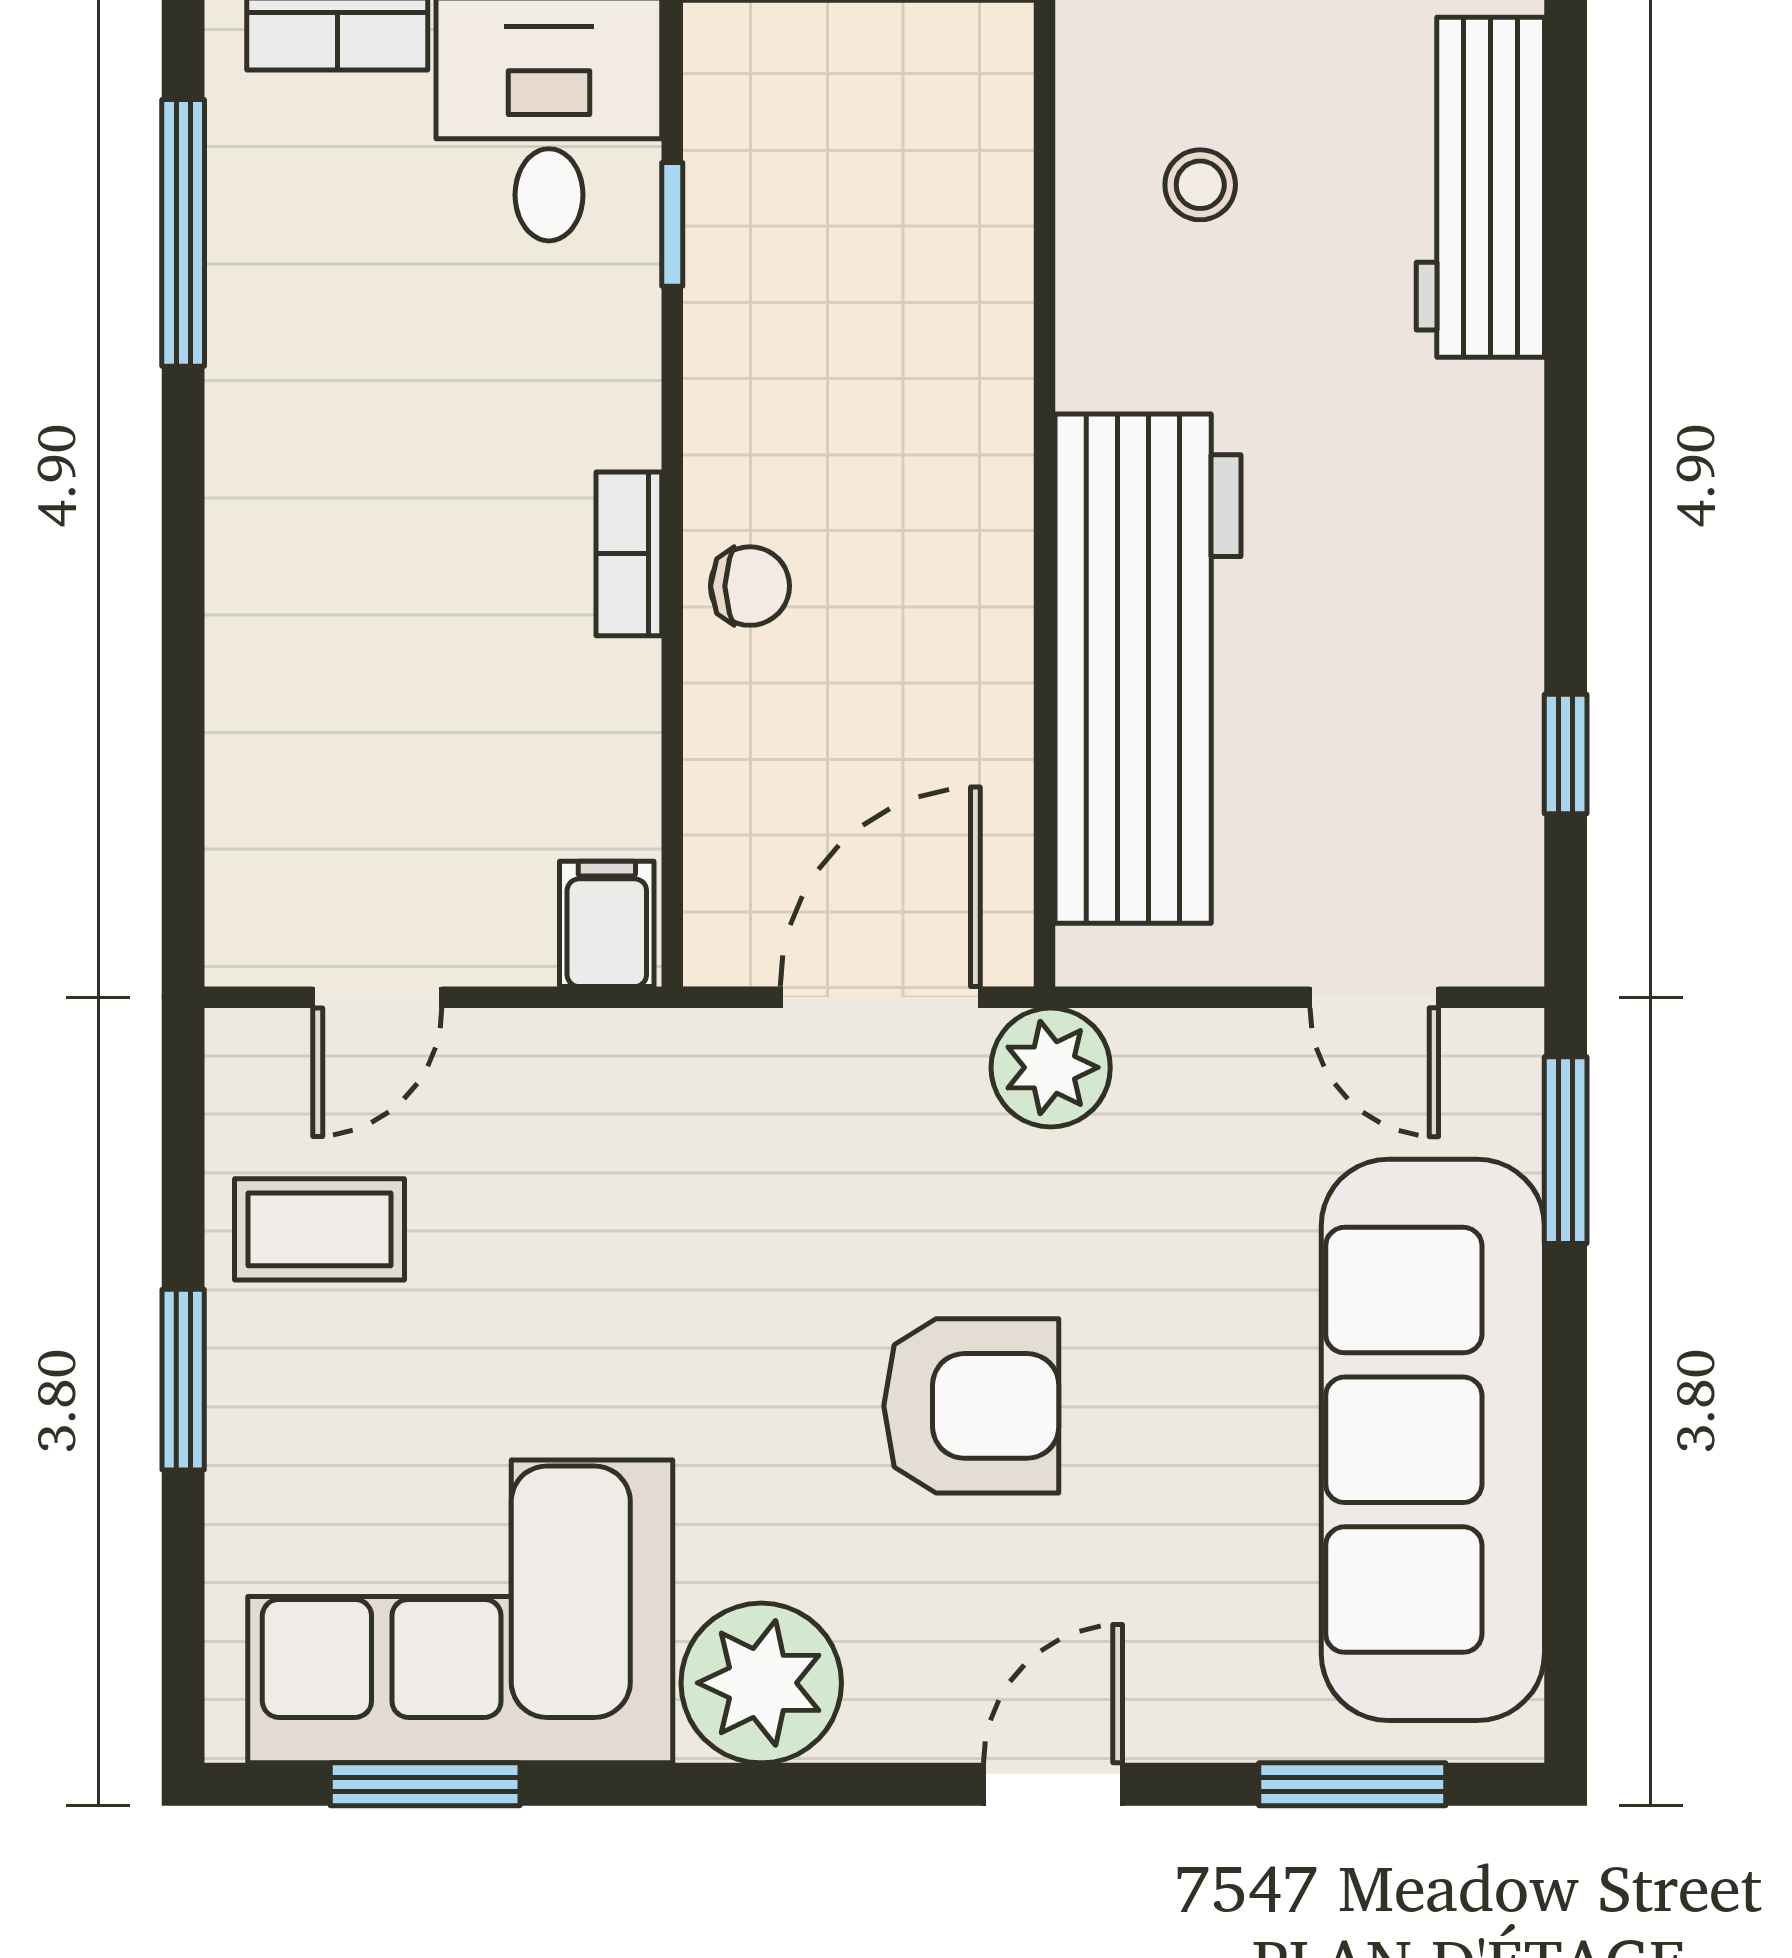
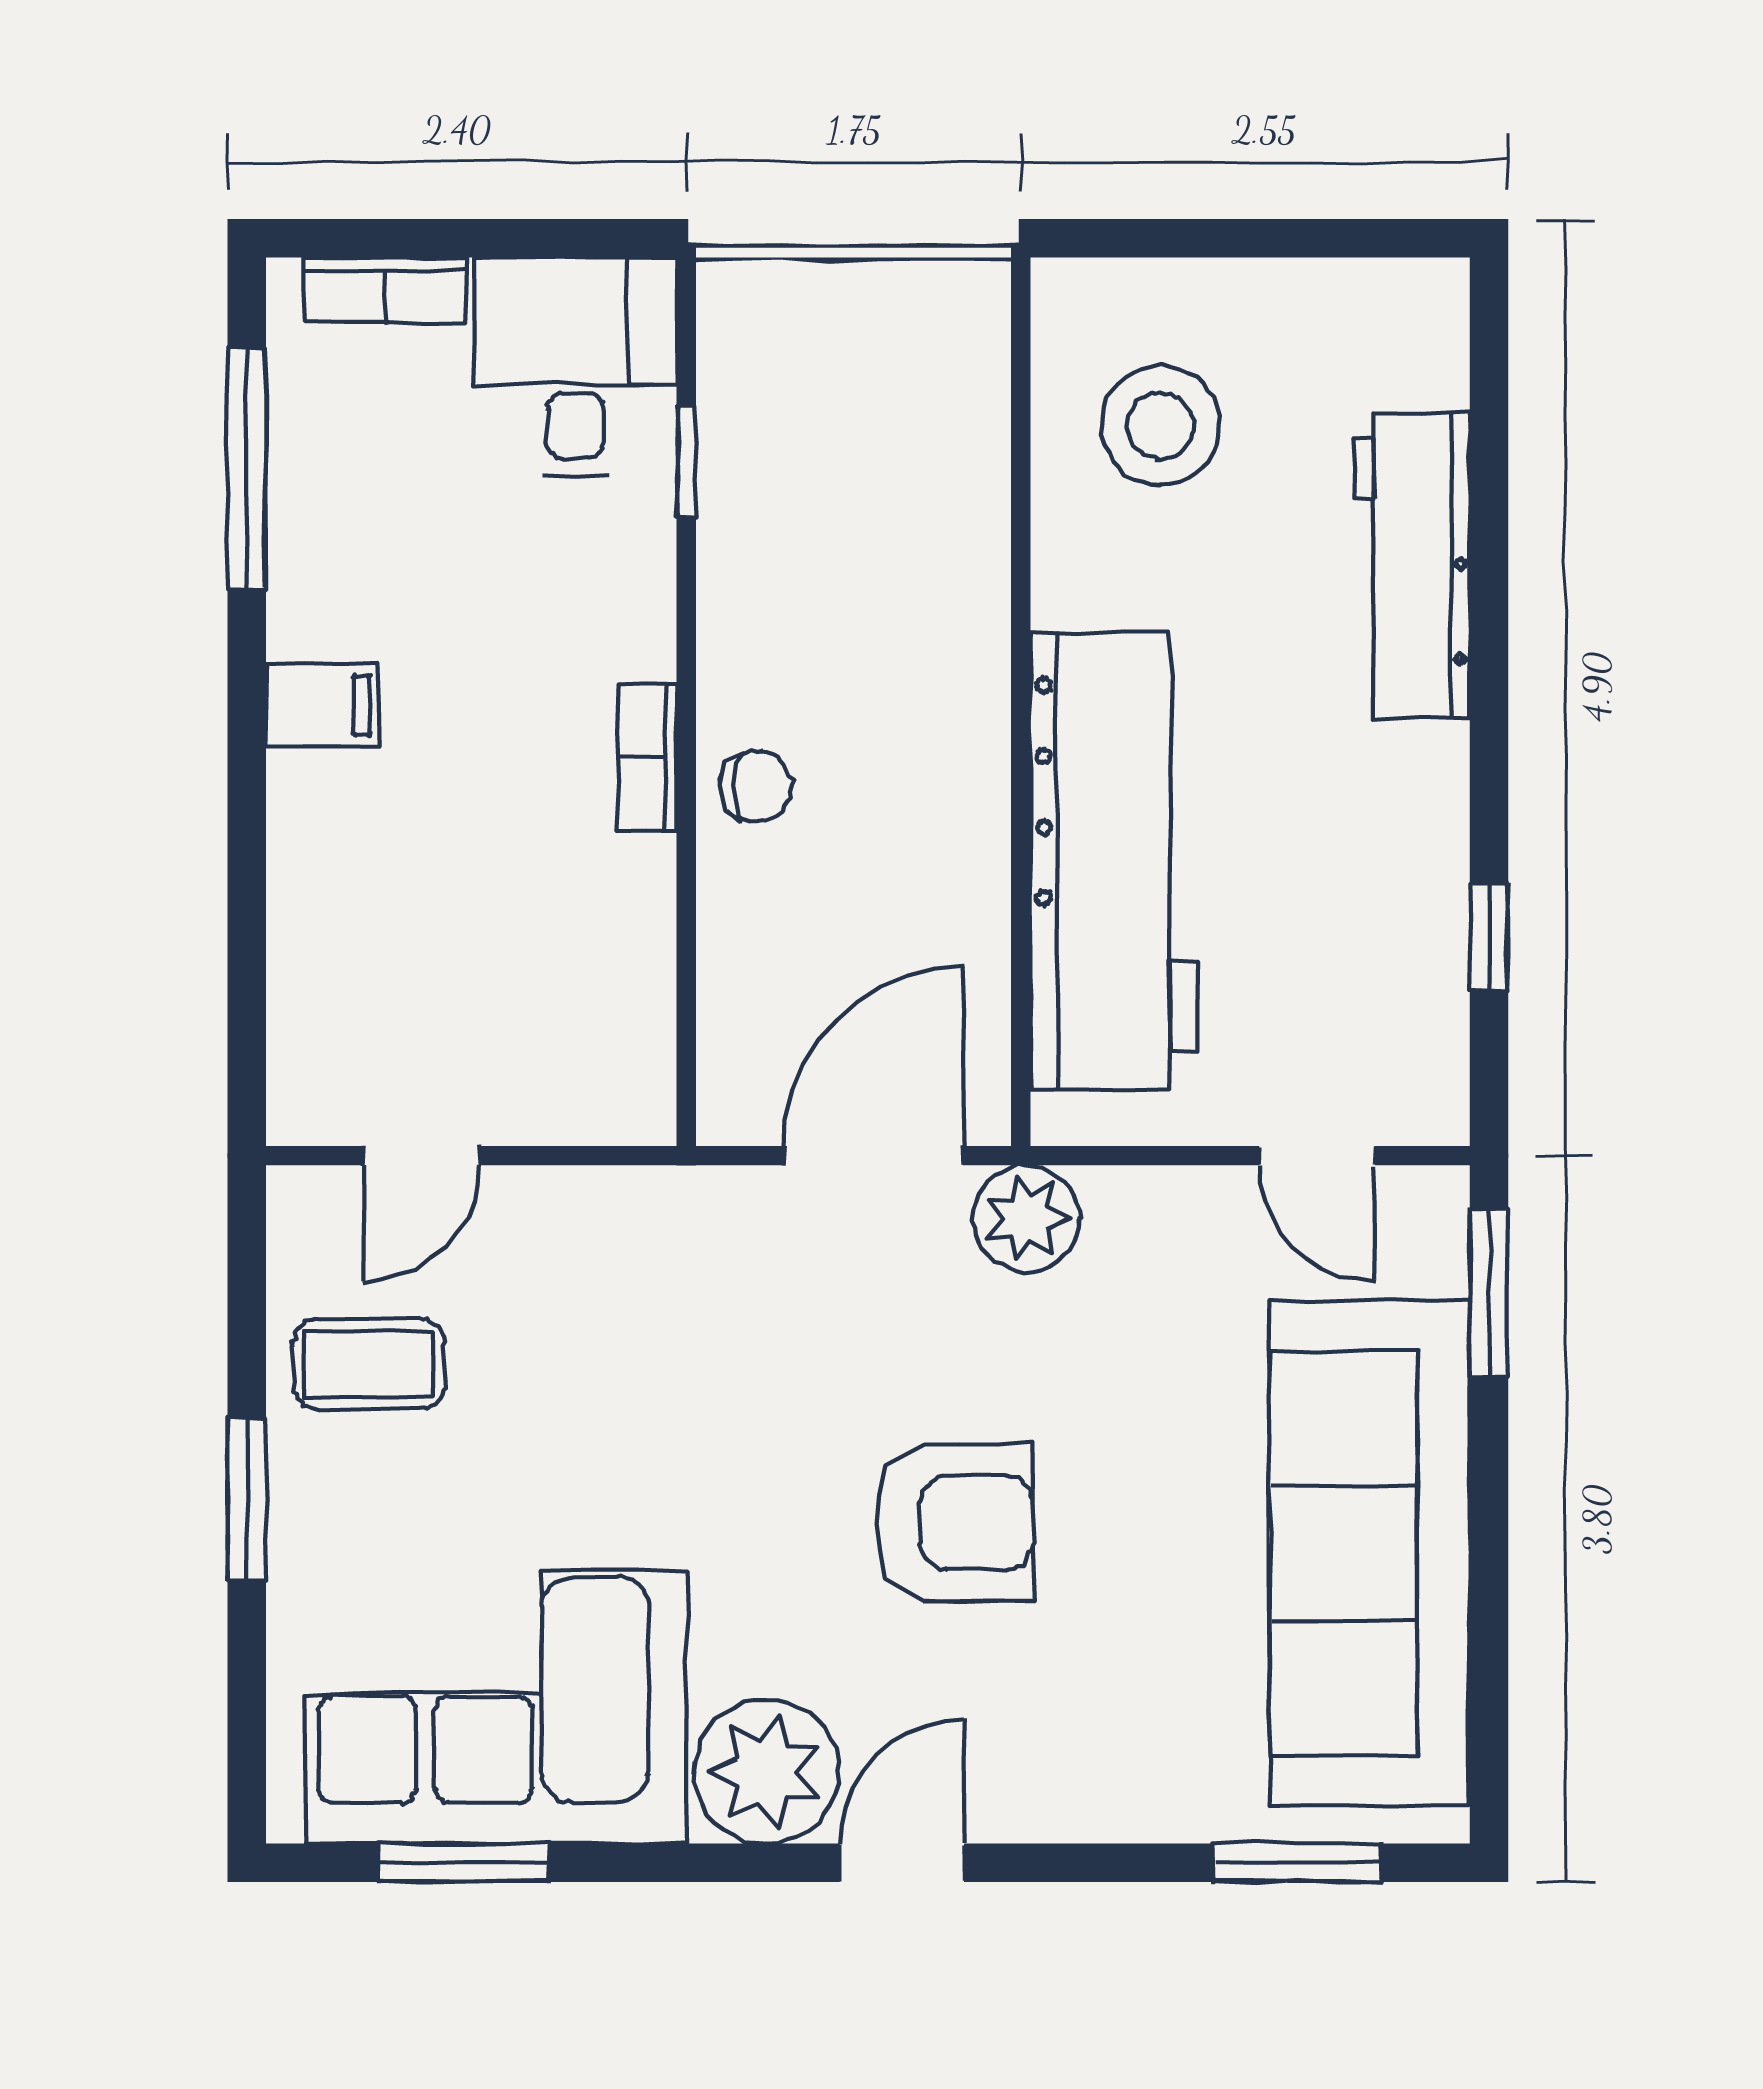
stool: (1200, 185) -> (1161, 426), width x1.89, depth x1.89
workbench: (1480, 187) -> (1412, 566), moved
filing cabinet: (607, 924) -> (322, 705), moved, turned 90
door: (1053, 1784) -> (902, 1863), moved

